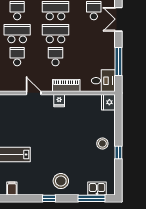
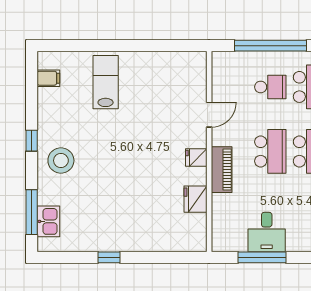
school desk: (55, 57) -> (270, 151), width x1.85
desk: (103, 81) -> (267, 232), moved
fridge: (108, 102) -> (195, 199), moved, turned -90
stool: (102, 143) -> (124, 230), removed

